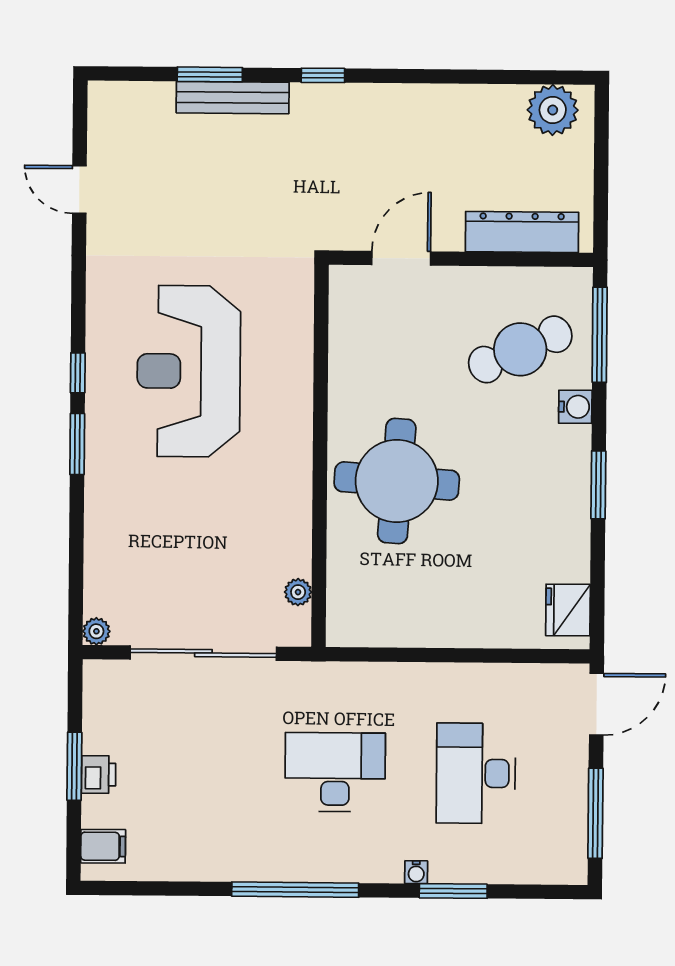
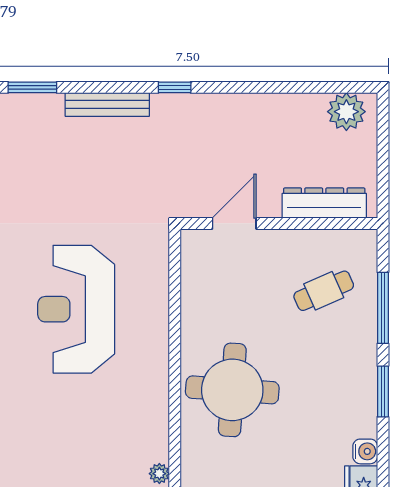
window: (210, 74) -> (32, 87), moved
window: (600, 335) -> (383, 308), moved
cafe table: (520, 349) -> (324, 291), width x0.73, depth x0.74
water cooler: (575, 407) -> (365, 451), moved

